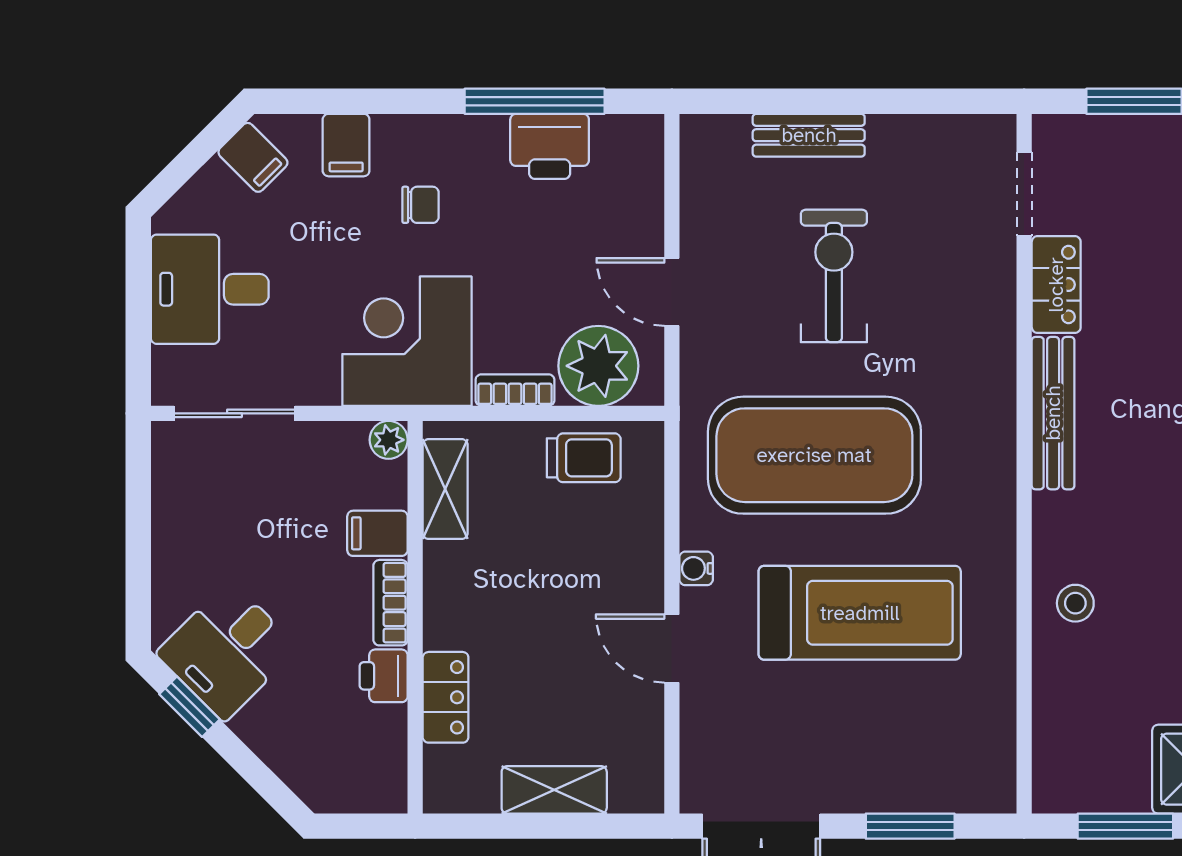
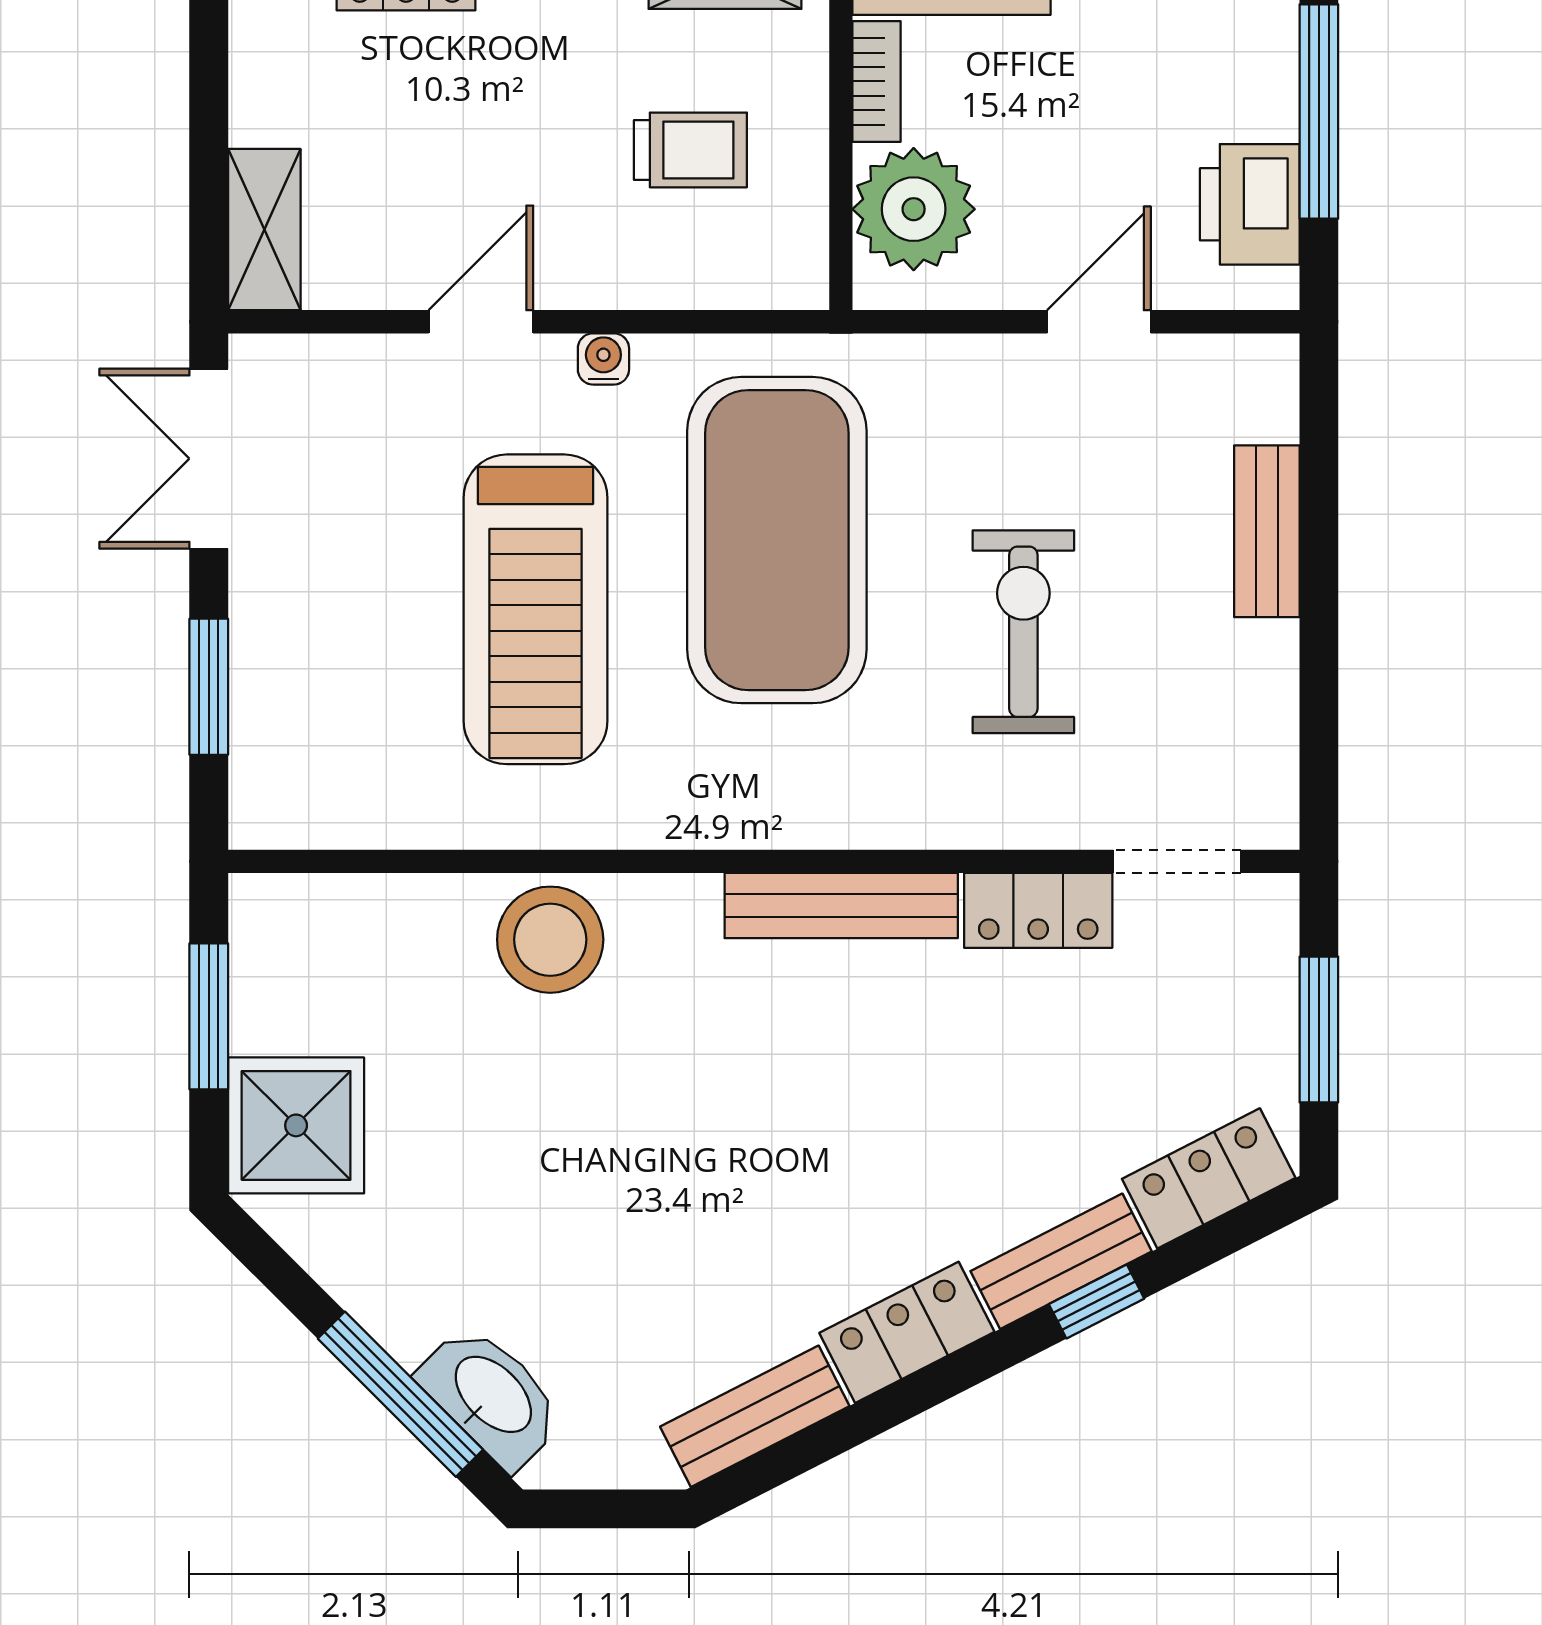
printer: (550, 146) -> (1250, 204), moved
exercise bike: (834, 276) -> (1023, 632), moved, turned -90
door: (672, 292) -> (1099, 322), moved
trolley: (584, 458) -> (690, 150), moved, turned -90
stool: (1075, 603) -> (550, 940), width x1.89, depth x1.89
shelving: (554, 790) -> (264, 230), moved

